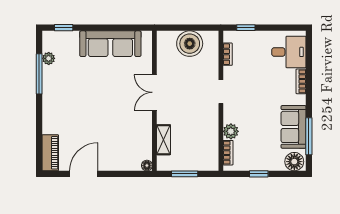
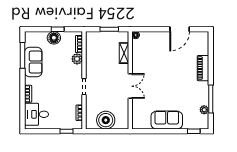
sofa: (110, 44) -> (167, 120), width x0.73
piano: (50, 153) -> (203, 68), moved
floor lamp: (294, 162) -> (54, 38), moved

